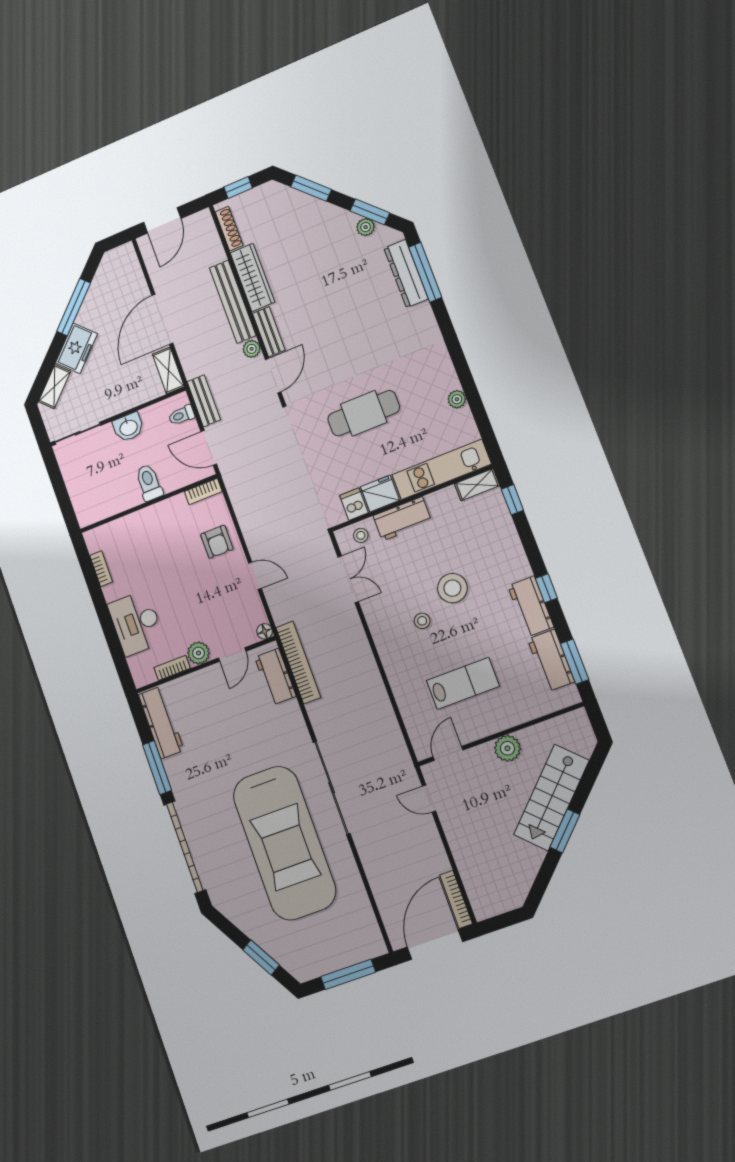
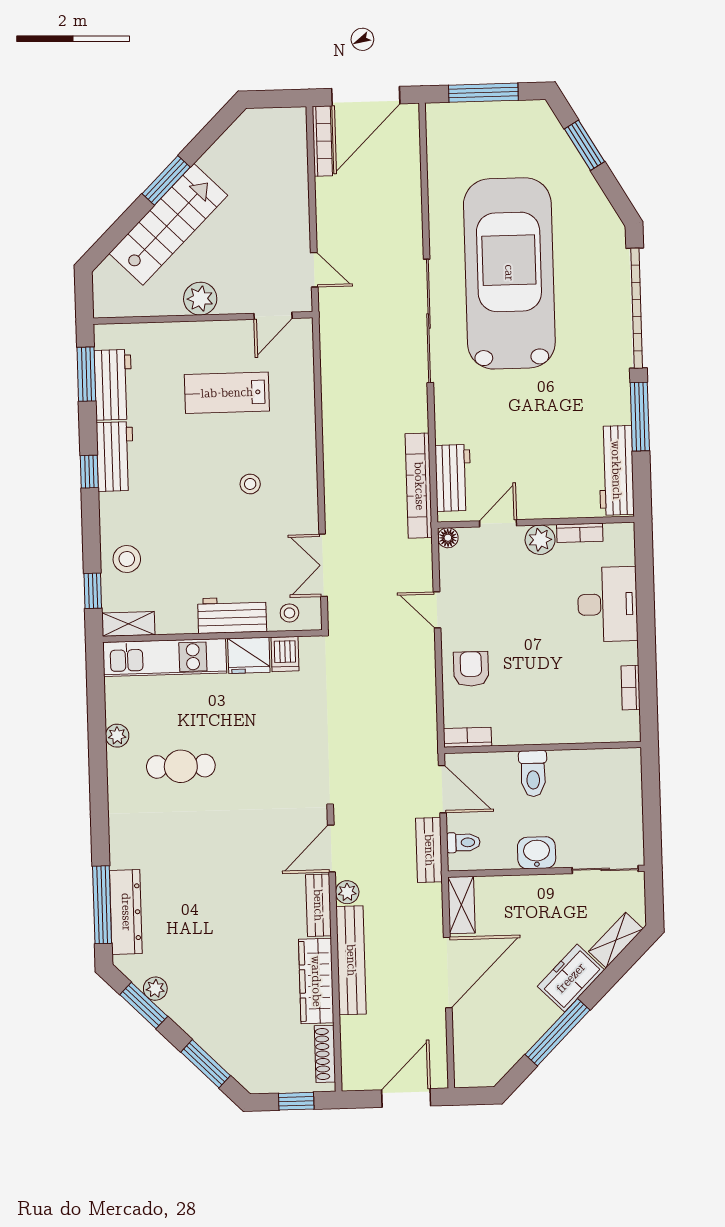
cafe table: (364, 413) -> (181, 766), moved, width x0.73, depth x0.74
stool: (452, 588) -> (127, 559), moved, width x0.73, depth x0.73

